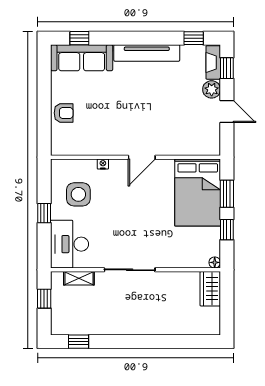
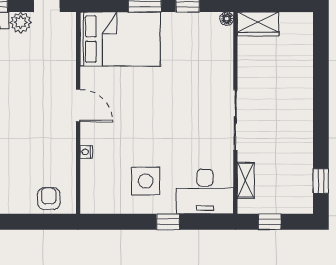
wall: (136, 157) -> (78, 113), moved
door: (142, 157) -> (78, 106), moved
nightstand: (103, 164) -> (86, 152), moved
bed: (198, 192) -> (120, 39), moved

